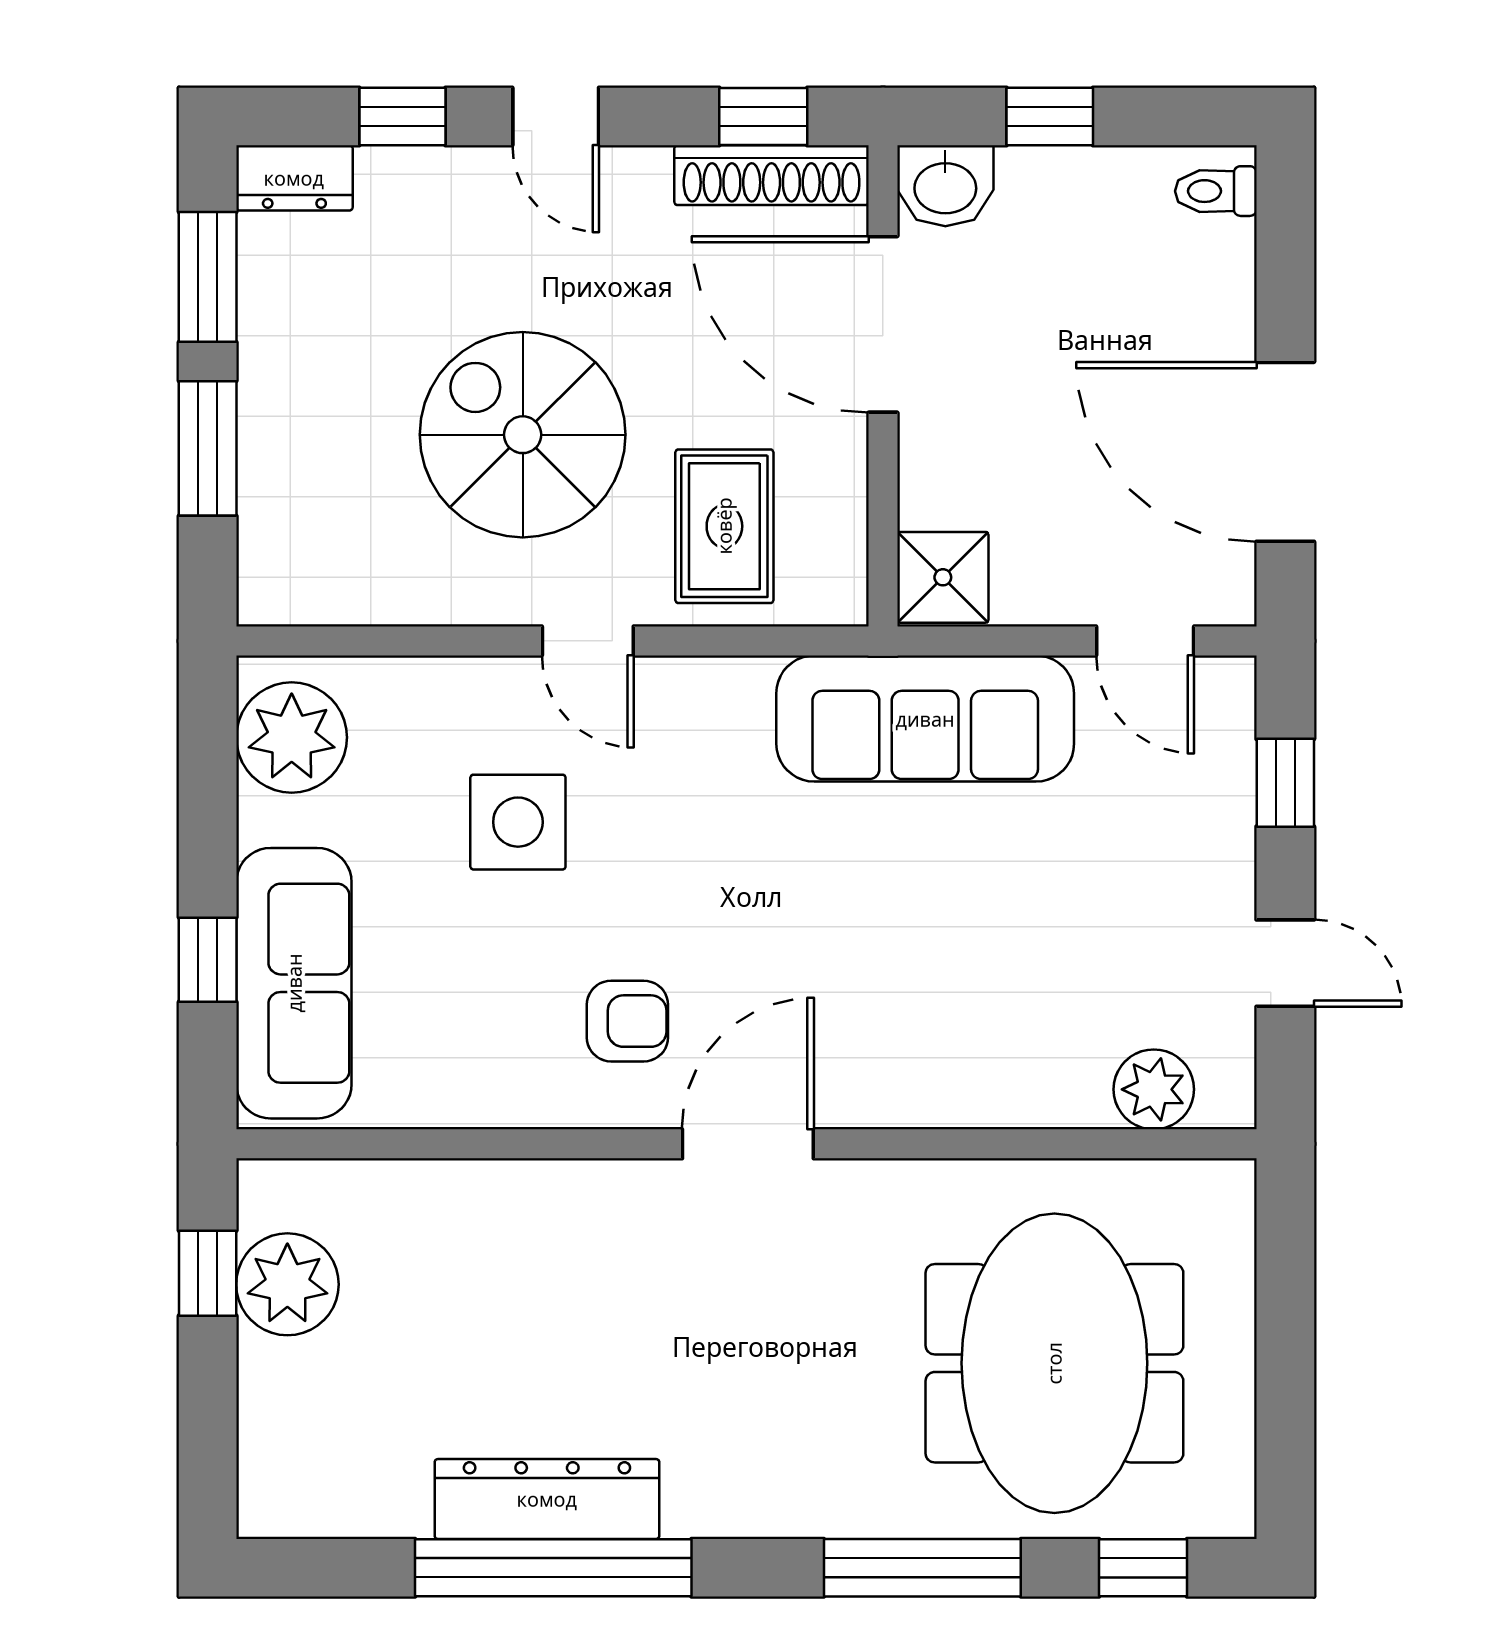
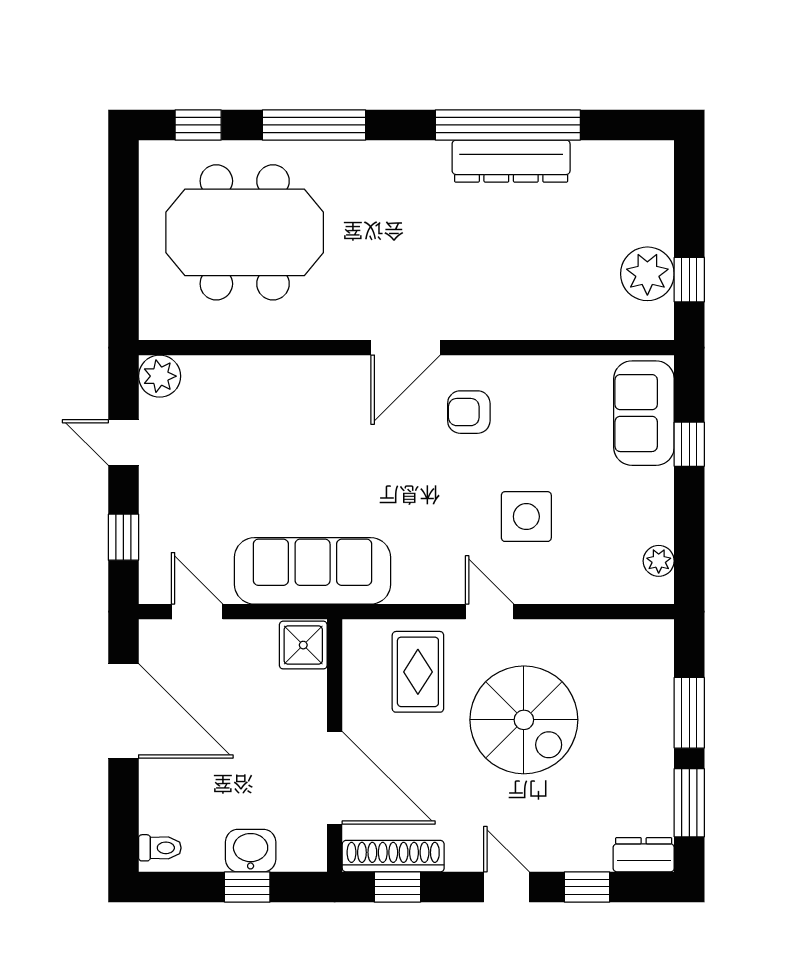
washbasin: (945, 186) -> (251, 851), moved
plant: (292, 737) -> (659, 561), width x0.53, depth x0.53
sofa: (294, 983) -> (644, 413), width x0.73
plant: (1154, 1089) -> (160, 376), moved
meeting table: (1054, 1363) -> (245, 232), turned 90

